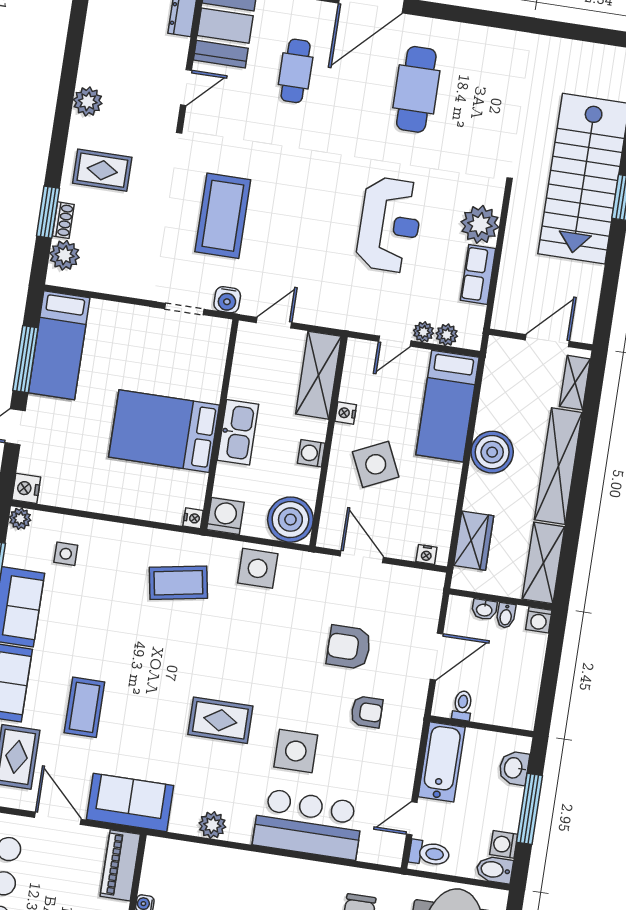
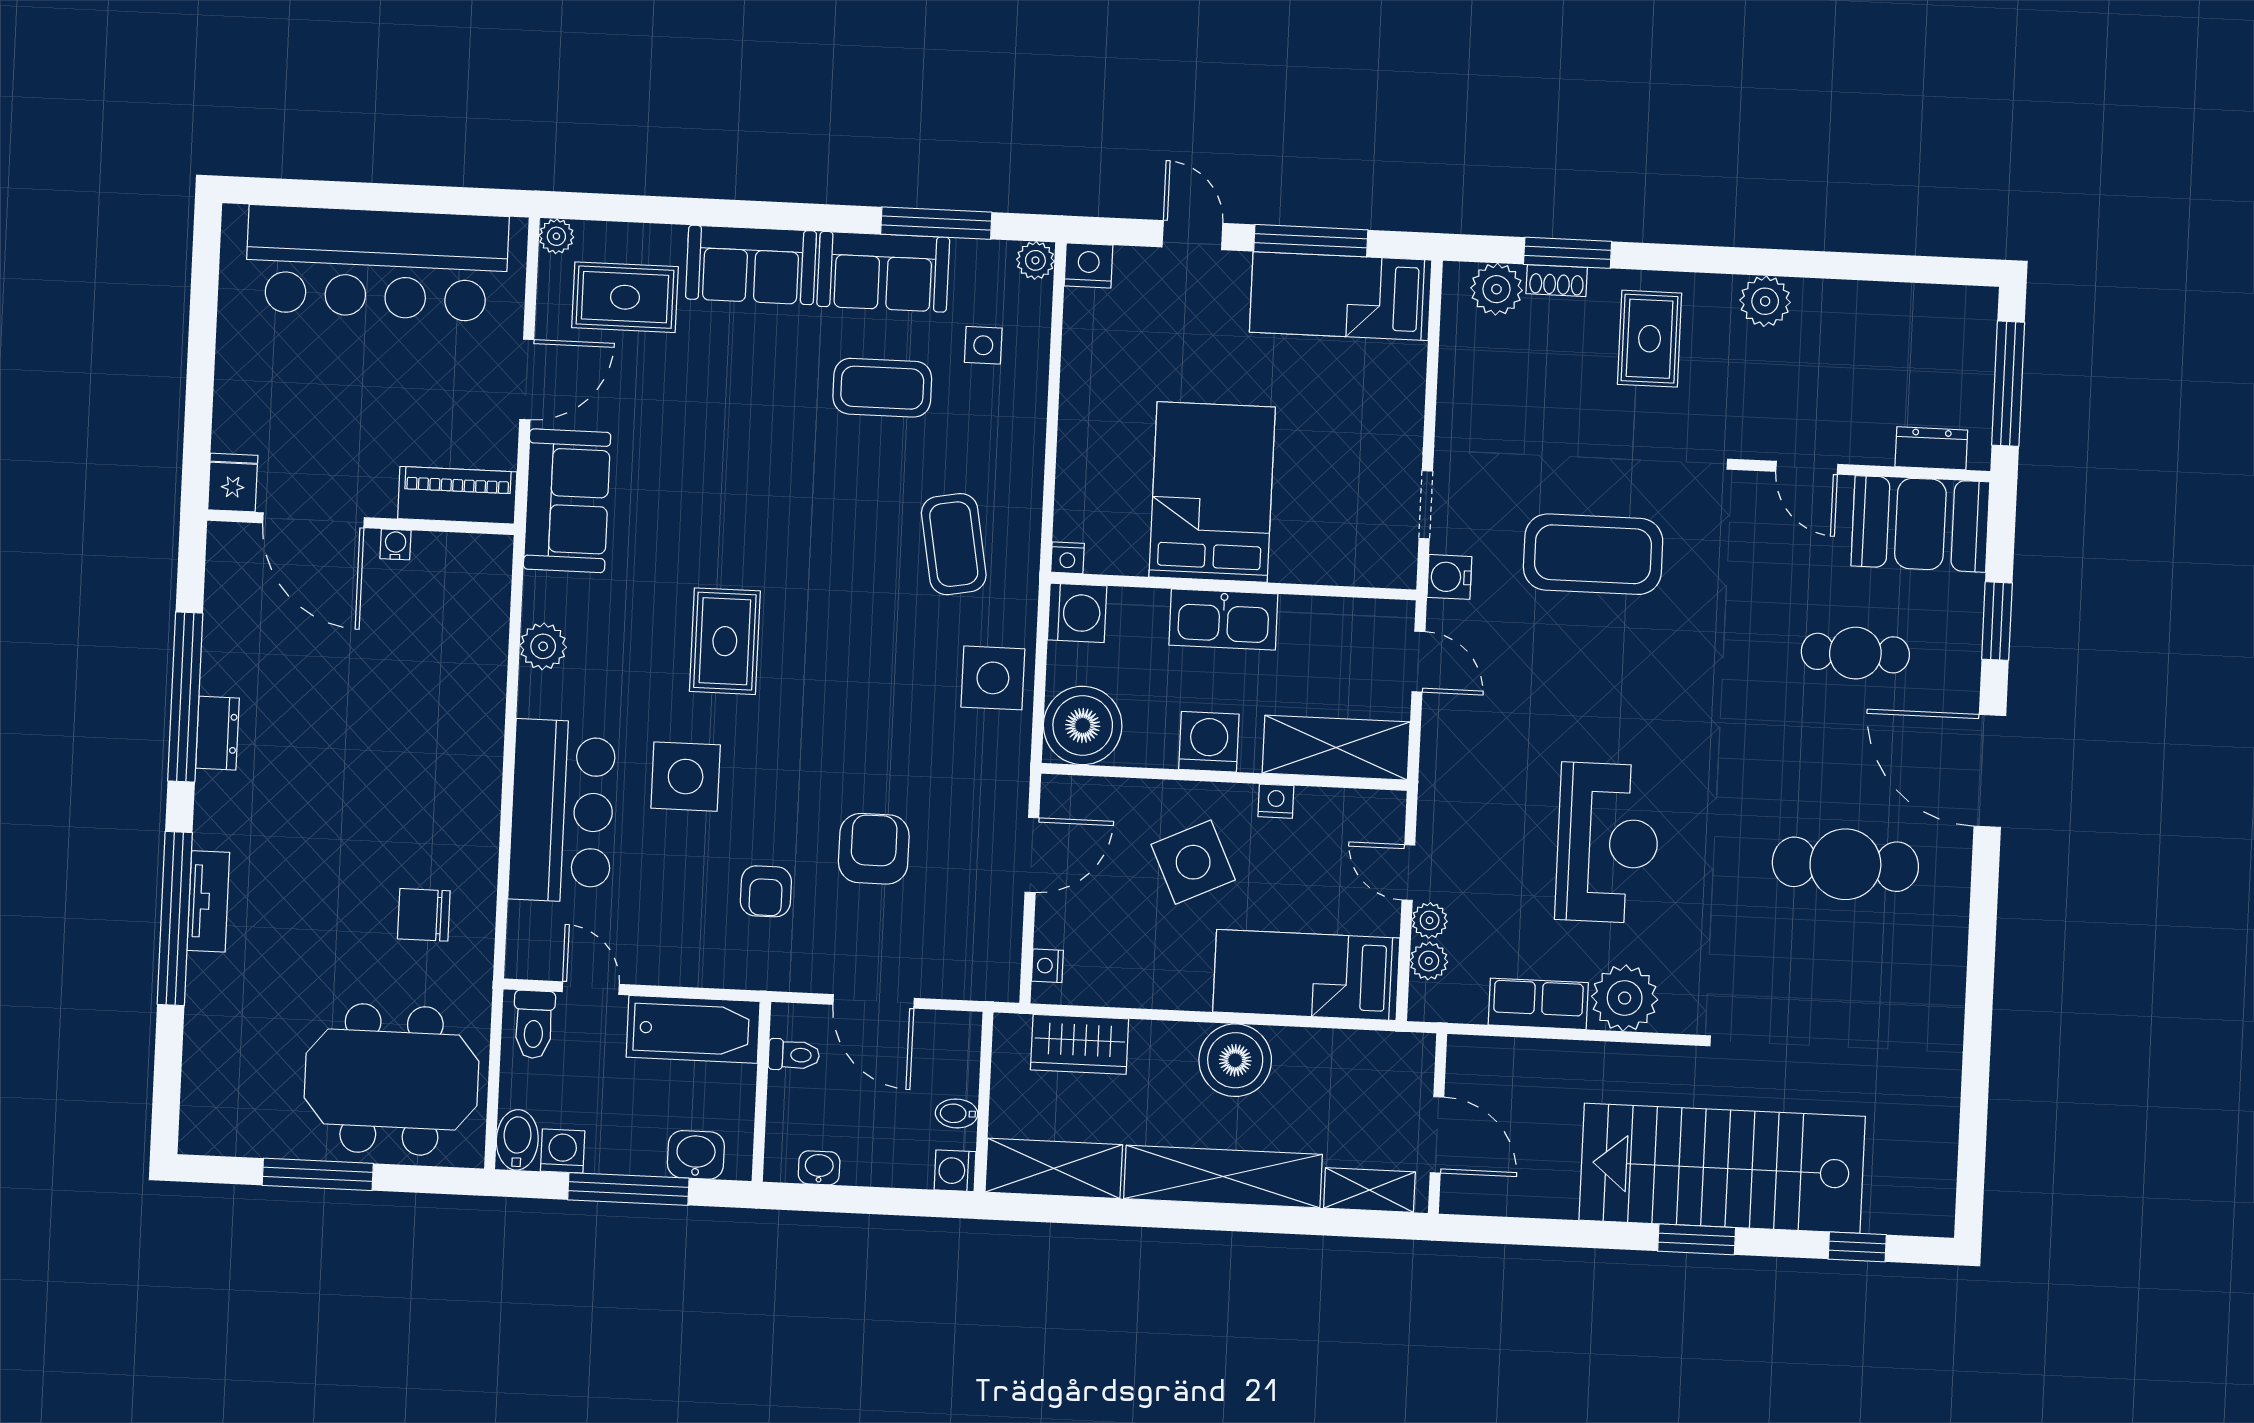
reception desk: (390, 225) -> (1608, 843), turned -90
washing machine: (311, 453) -> (1209, 742), width x1.38, depth x1.38
washbasin: (484, 609) -> (819, 1168), moved, turned 90
coffee table: (84, 707) -> (882, 388), moved

